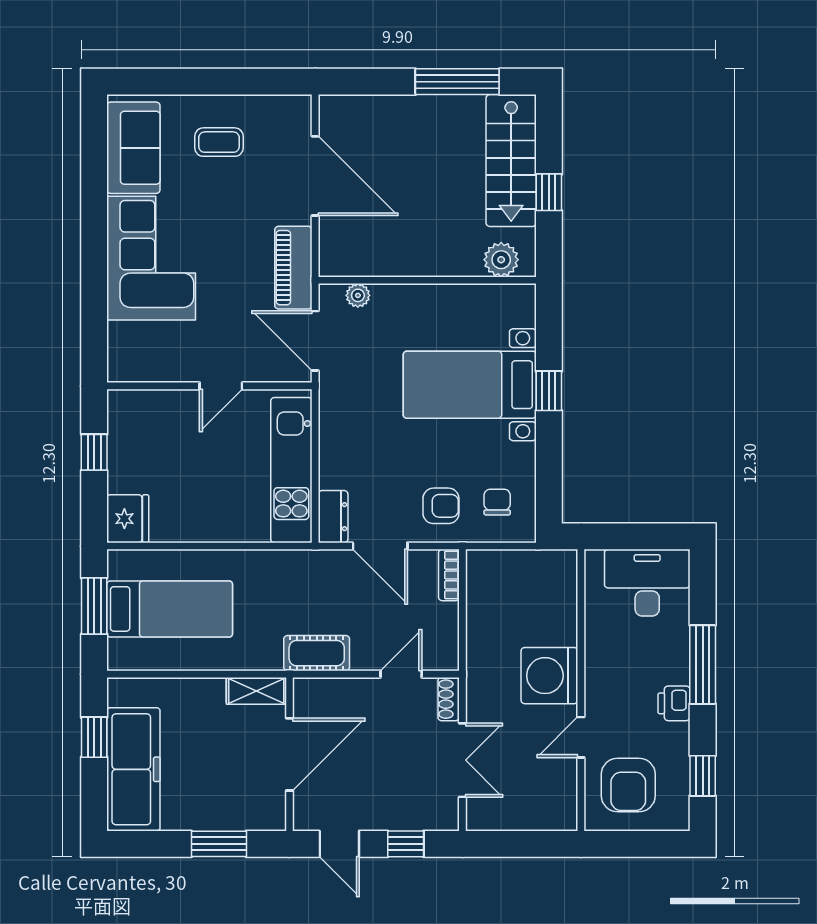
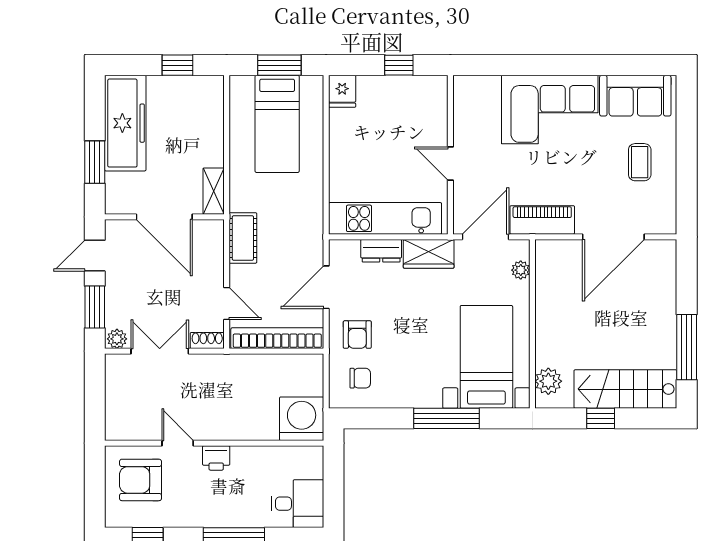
bed with nightstands: (470, 385) -> (486, 357), moved
window: (549, 391) -> (446, 418), width x2.17
wardrobe: (337, 414) -> (429, 254), added
dresser: (333, 517) -> (381, 251), moved
fridge: (128, 519) -> (342, 91), width x0.72
bookcase: (449, 575) -> (277, 338), width x2.31, depth x1.31
desk: (647, 583) -> (298, 504), width x0.73
washing machine: (549, 676) -> (302, 419), moved
printer: (674, 703) -> (216, 458), moved, turned 180
double door: (462, 760) -> (160, 351), swing flipped
freezer: (133, 769) -> (125, 123), moved, turned -90
plant: (447, 815) -> (117, 339), added
window: (406, 844) -> (95, 307), width x1.50

